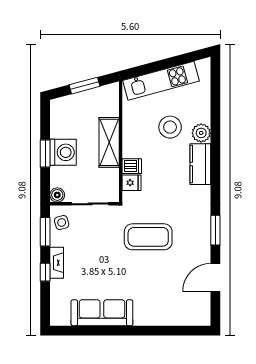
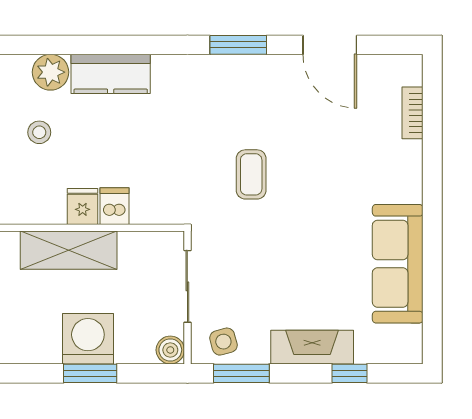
stool: (170, 127) -> (39, 132), width x0.53, depth x0.53
fridge: (132, 183) -> (83, 206), moved
coffee table: (148, 237) -> (251, 174), width x0.54, depth x0.58
fireplace: (57, 263) -> (312, 347), width x1.37, depth x1.32
window: (45, 272) -> (350, 373), moved
bookcase: (180, 320) -> (413, 113), added

